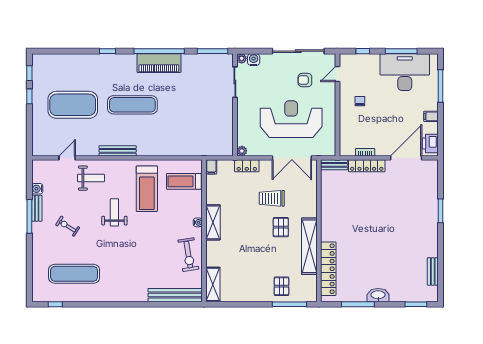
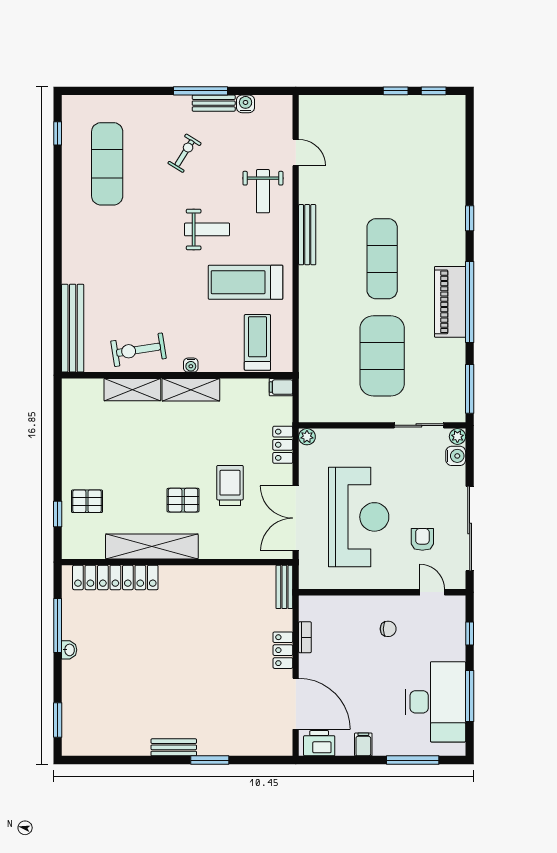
exercise mat: (73, 105) -> (382, 356), moved
locker: (367, 166) -> (283, 650), width x0.66
bench: (433, 271) -> (174, 747), moved
shelving: (213, 284) -> (132, 390), moved
washbasin: (378, 295) -> (69, 650), width x0.52, depth x0.69
window: (289, 304) -> (58, 514), width x0.46

